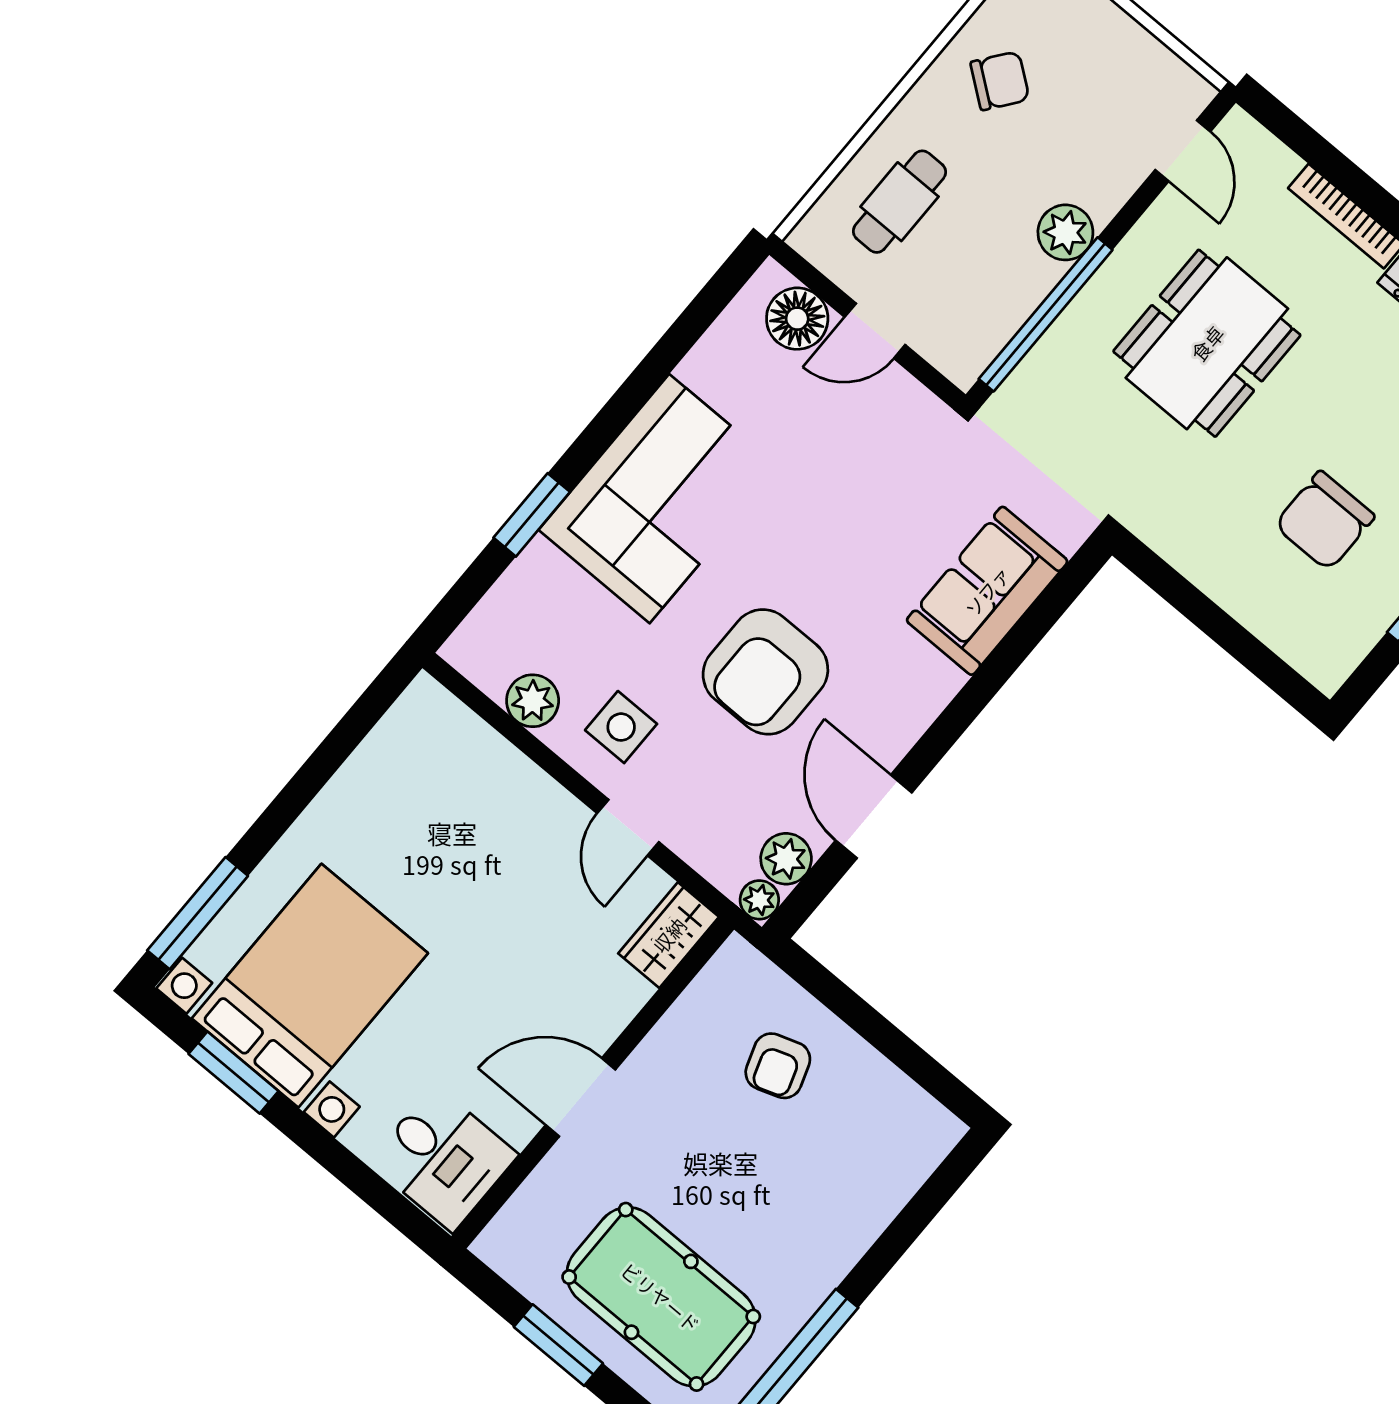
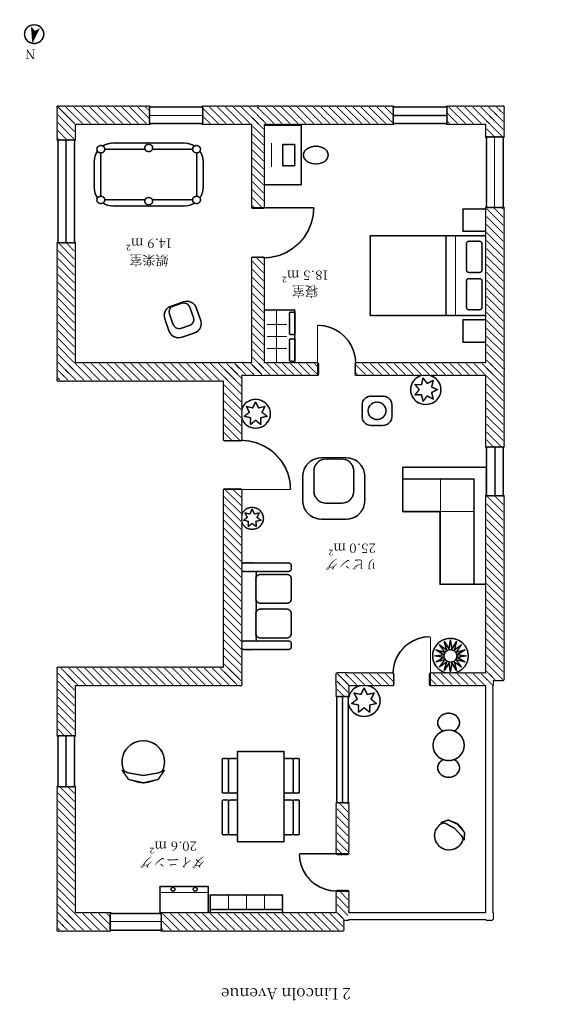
plant: (1065, 232) -> (364, 701), moved
plant: (759, 900) -> (252, 518), moved
bed with nightstands: (310, 986) -> (428, 276), moved, turned 90

